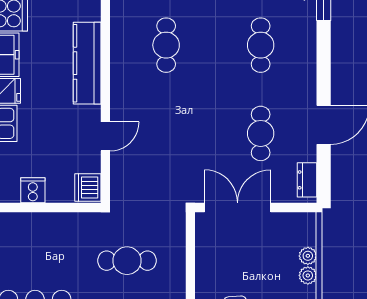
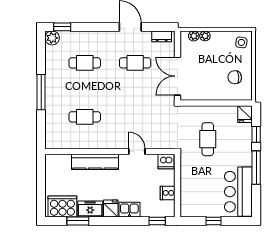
plant: (308, 275) -> (194, 36), moved

